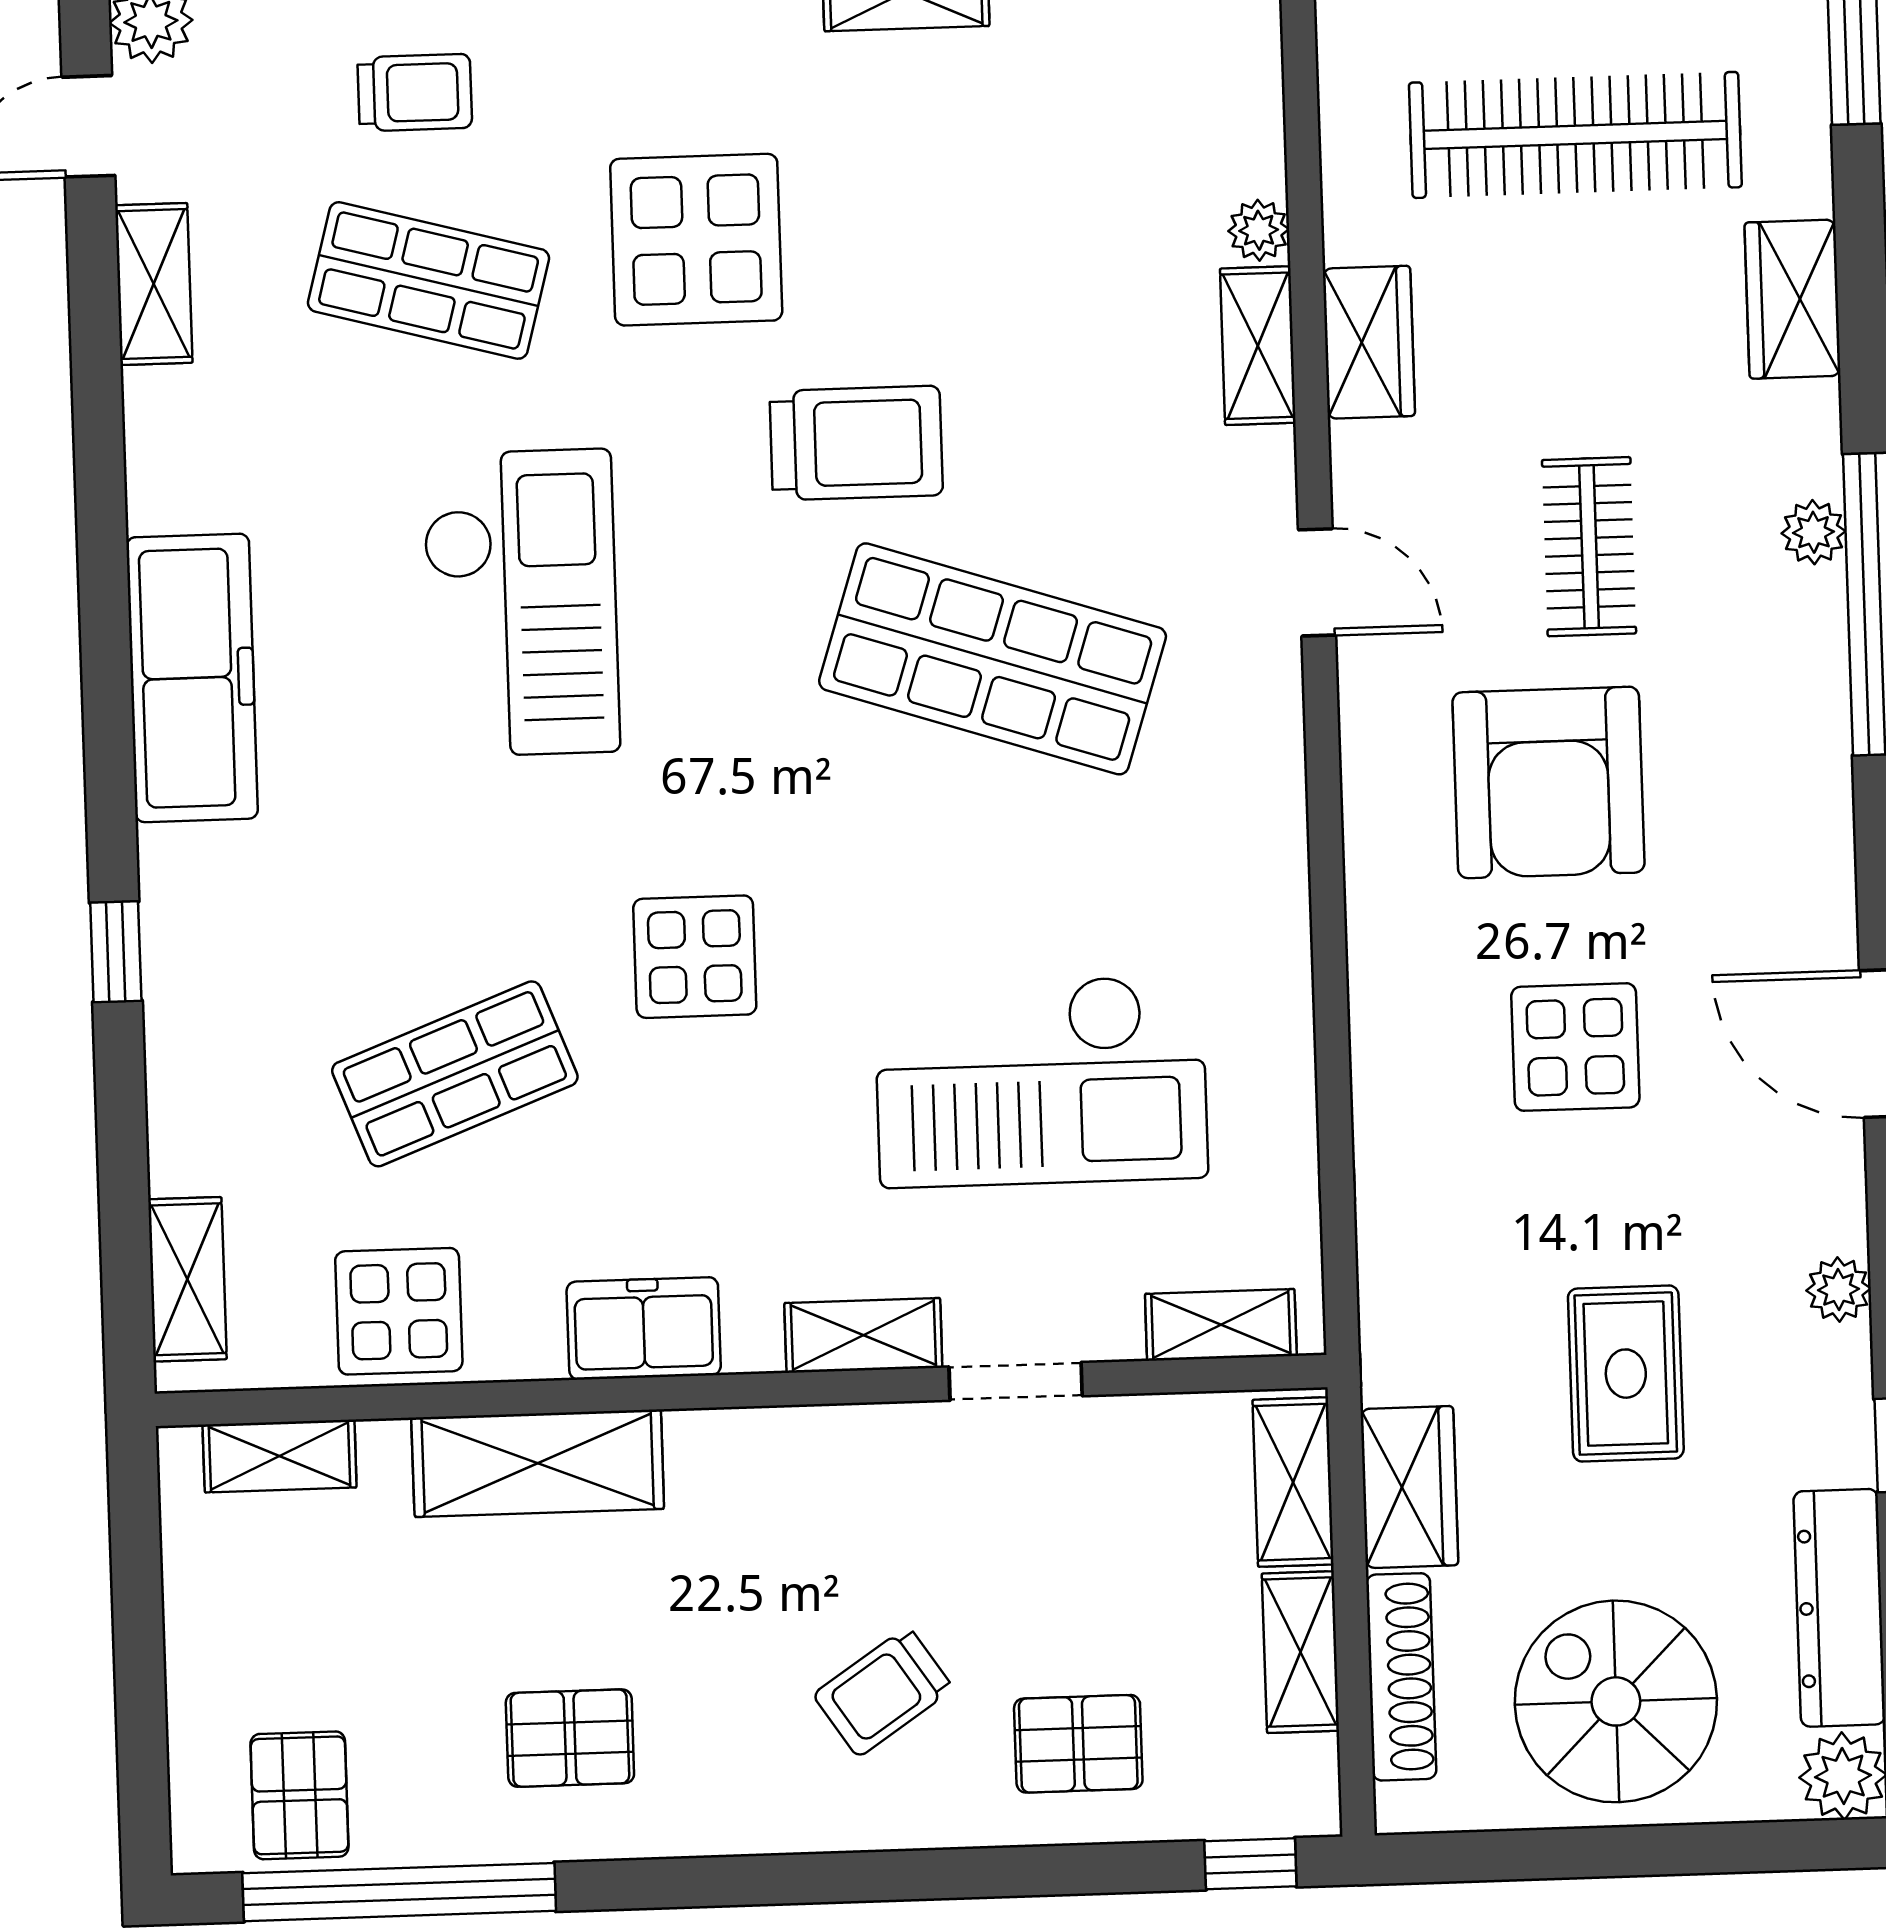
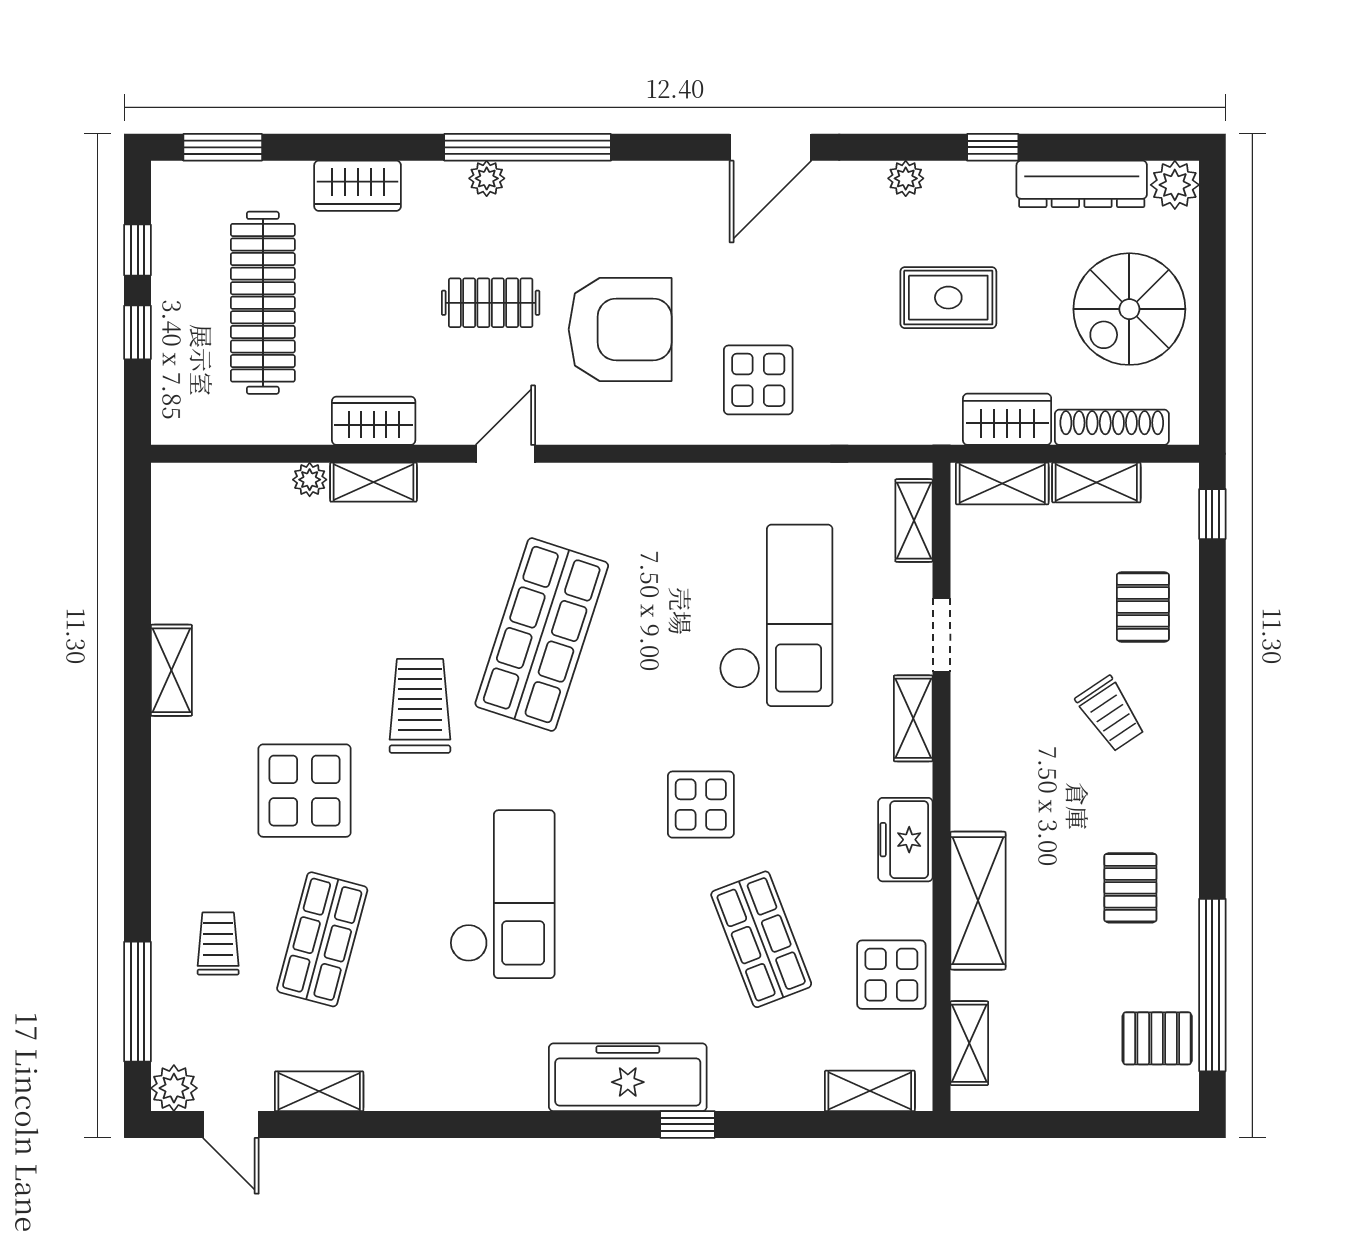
checkout: (521, 603) -> (502, 894), turned 90
freezer: (192, 678) -> (628, 1077), moved
display table: (1575, 1047) -> (758, 380), moved

